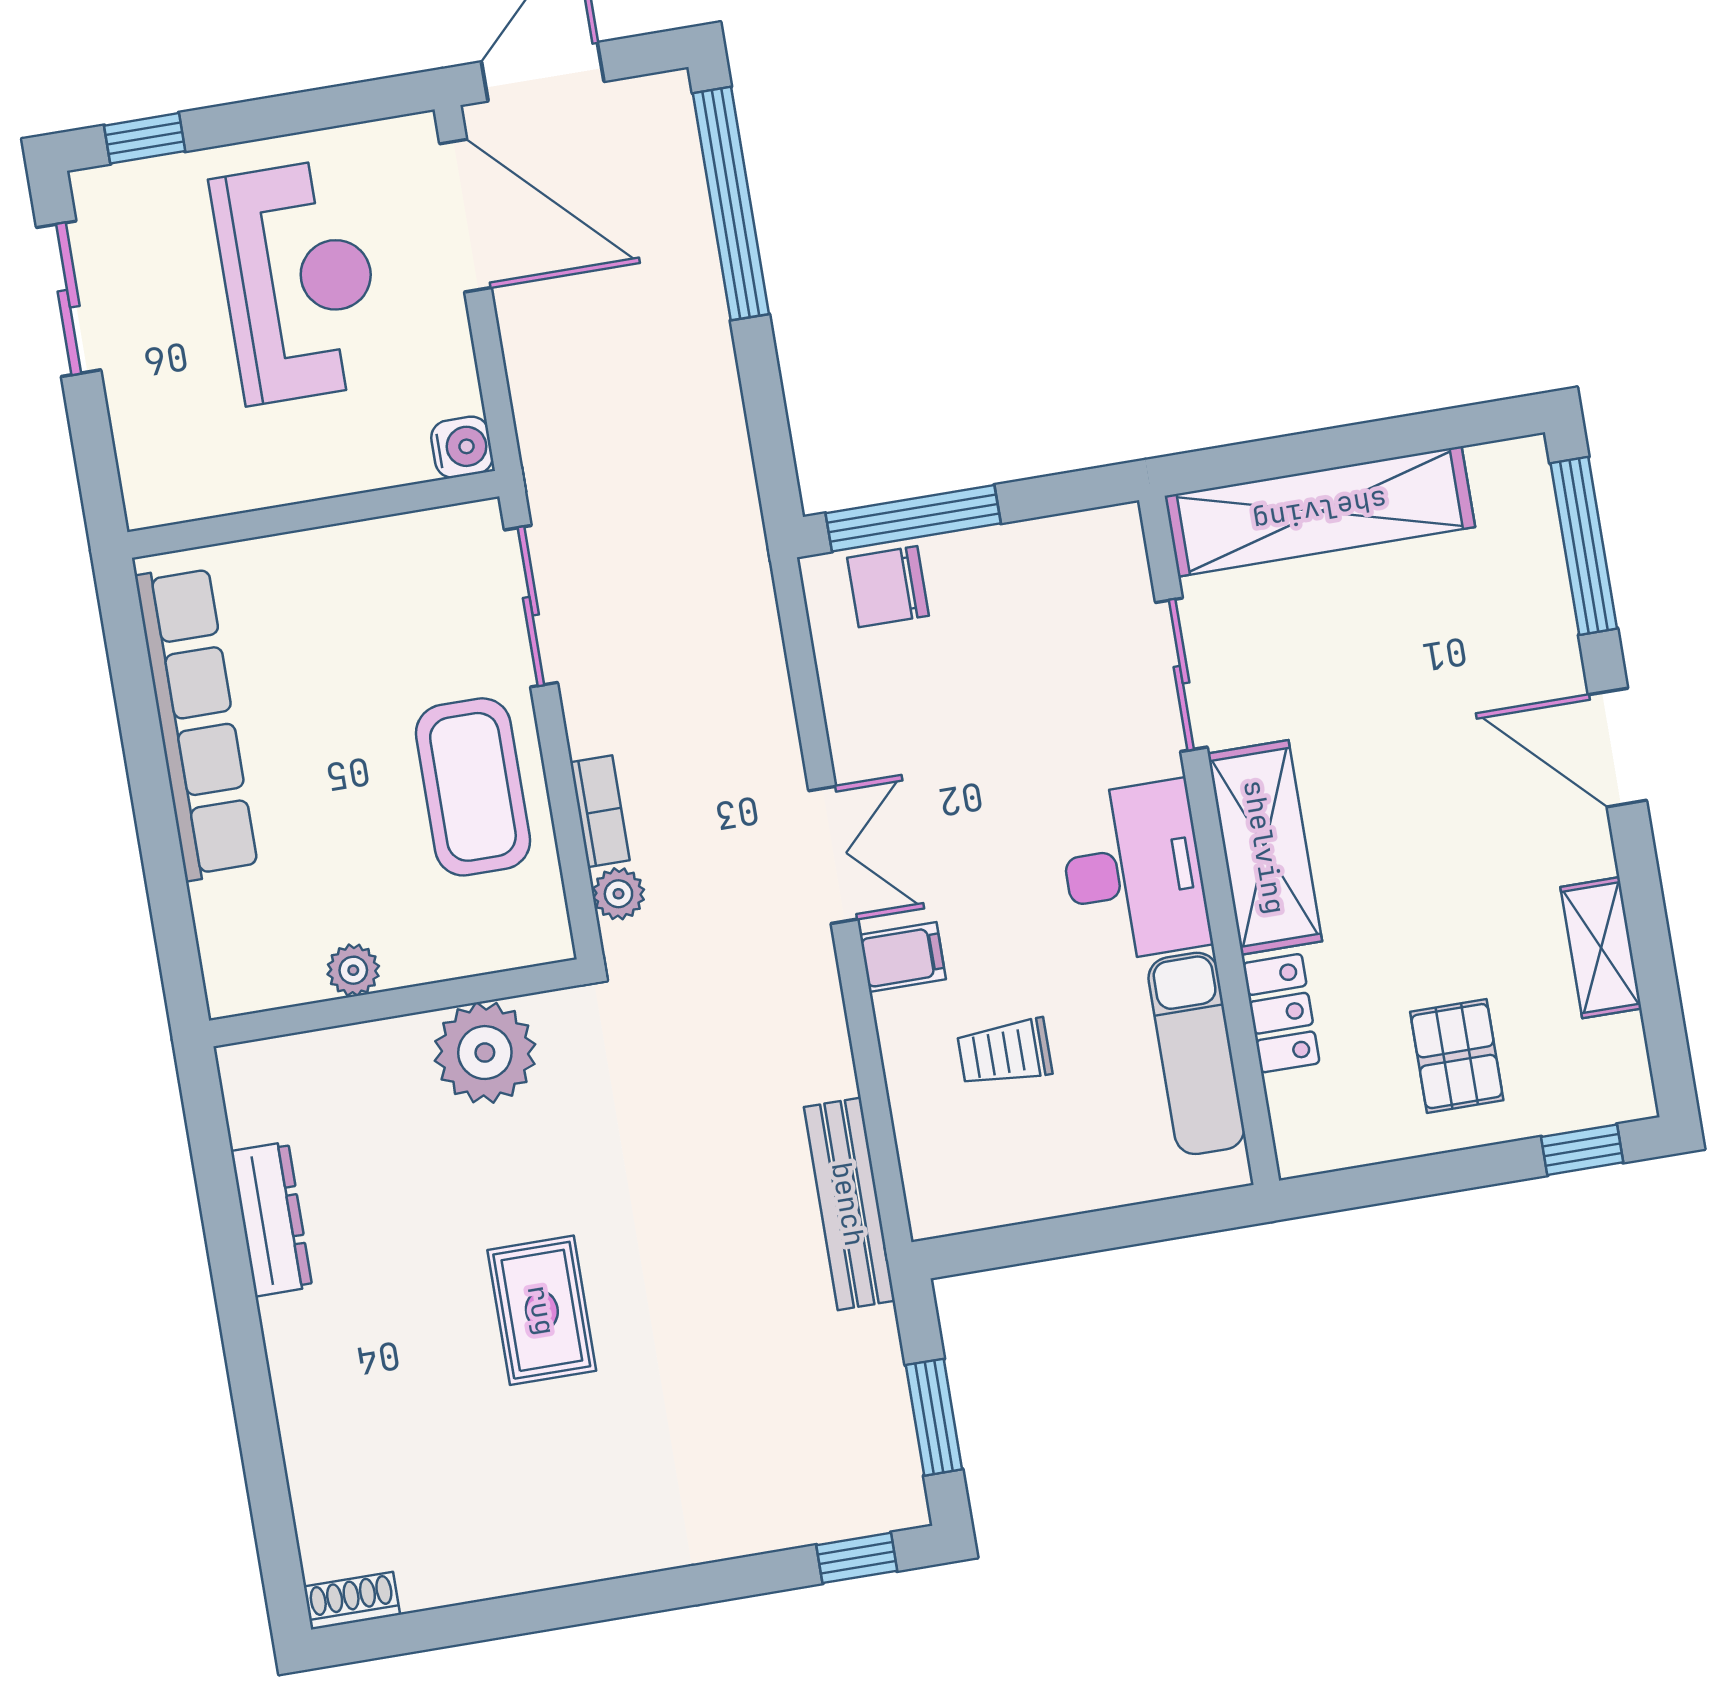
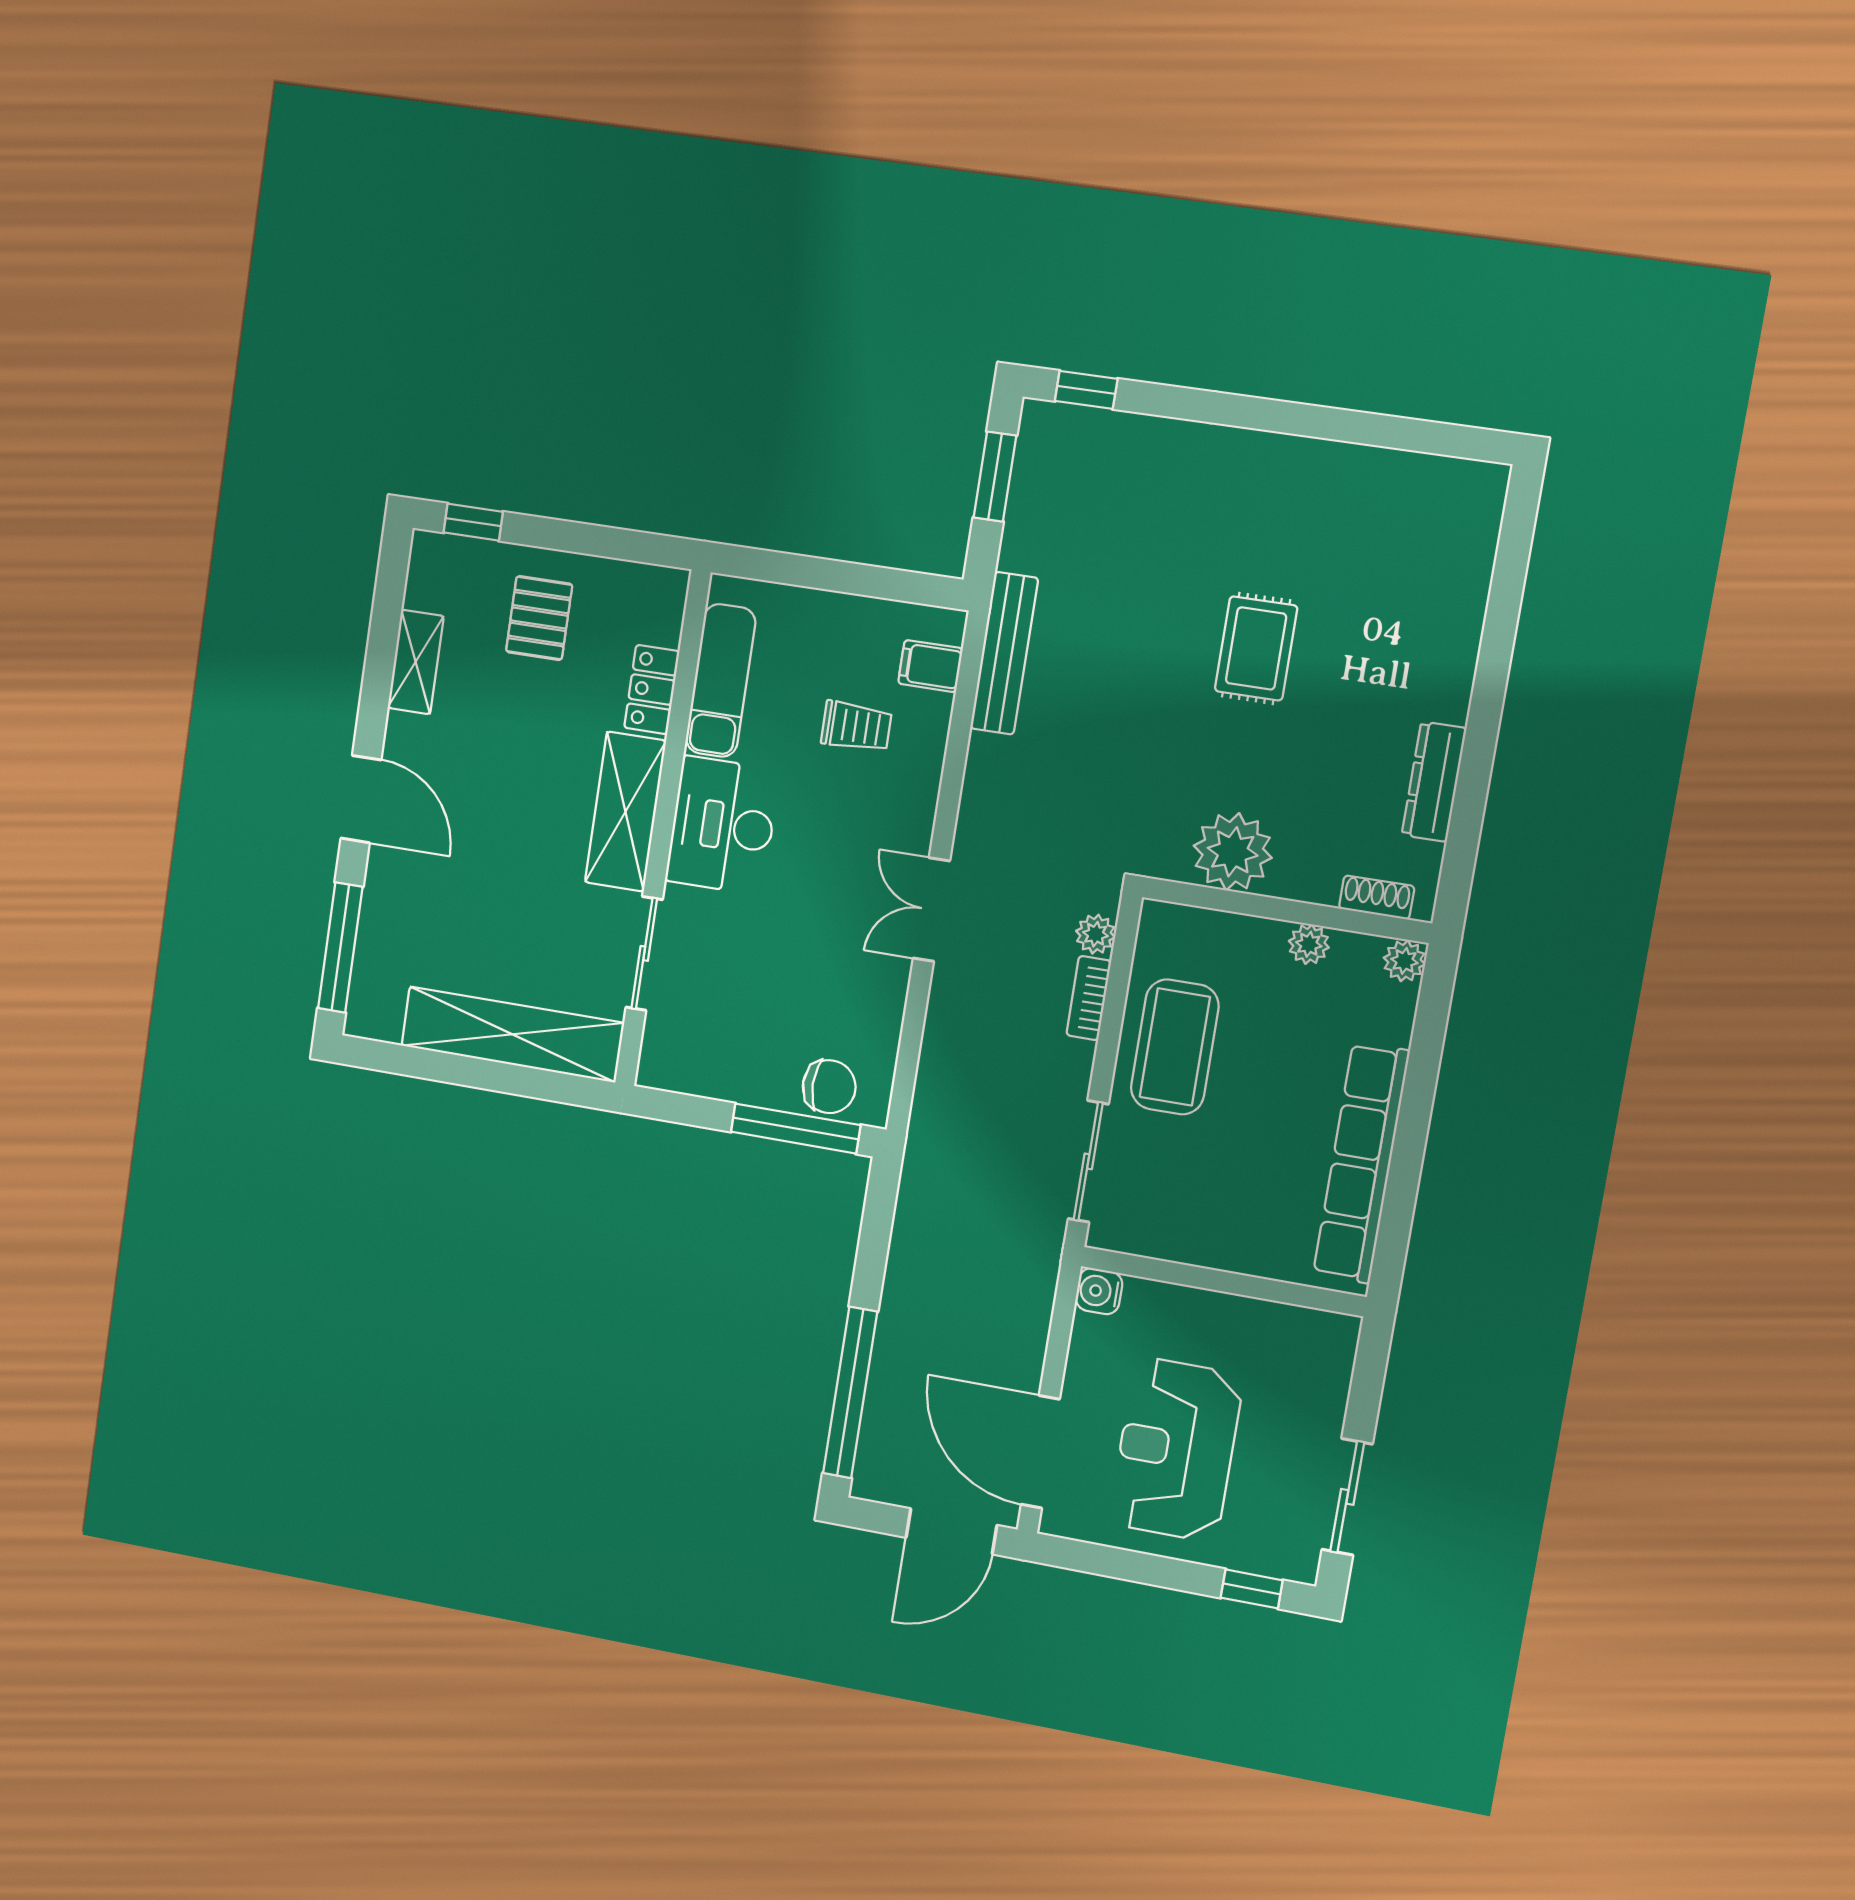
filing cabinet: (903, 957) -> (930, 666), moved
plant: (231, 989) -> (1404, 961), added
shoe rack: (352, 1601) -> (1377, 897), moved, turned 180

